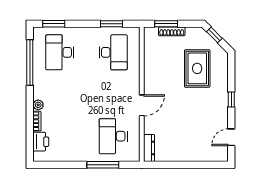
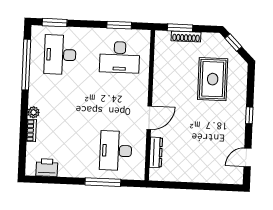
desk: (113, 52) -> (120, 57), turned 90
printer: (41, 142) -> (47, 168), moved, turned -90
dresser: (149, 148) -> (156, 152), moved

